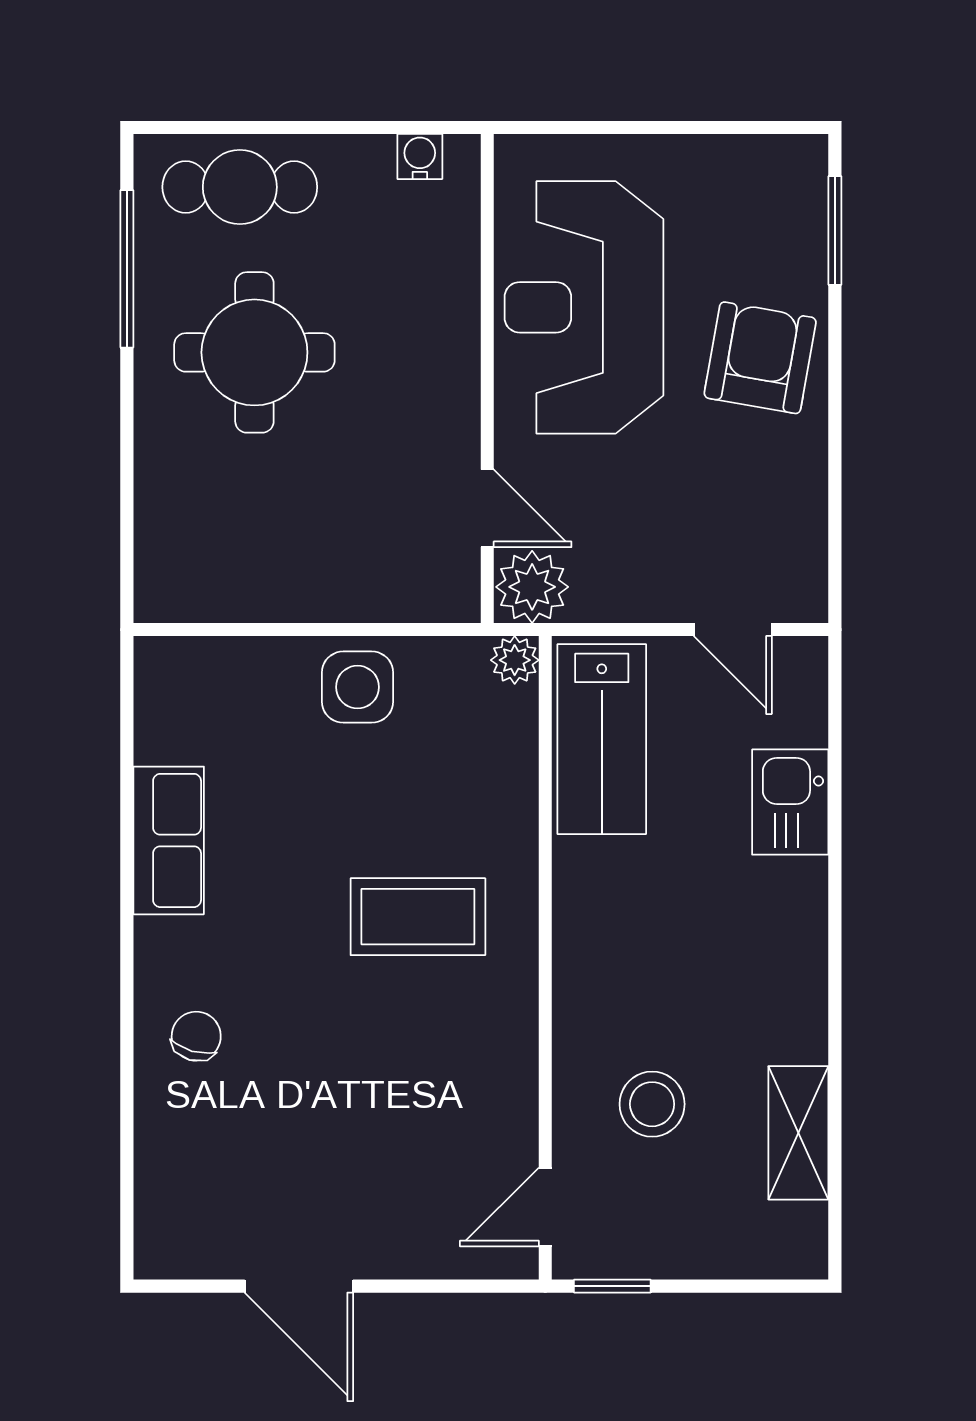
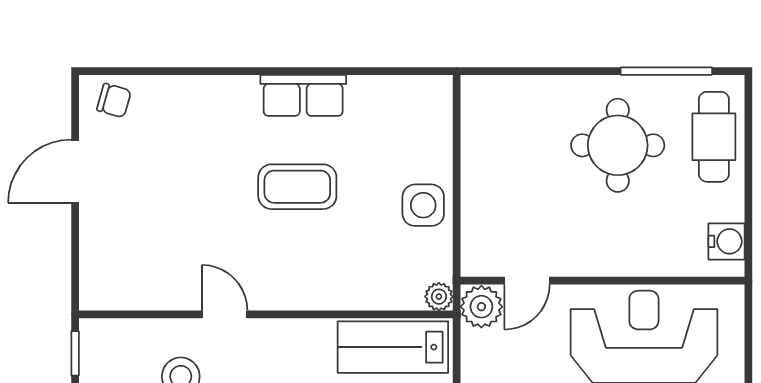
water cooler: (420, 156) -> (727, 241), width x1.38, depth x1.38
row of seats: (169, 840) -> (303, 95), moved
coffee table: (418, 917) -> (297, 187), moved, turned 90
chair: (196, 1036) -> (114, 100), moved
door: (545, 1207) -> (224, 314), moved

